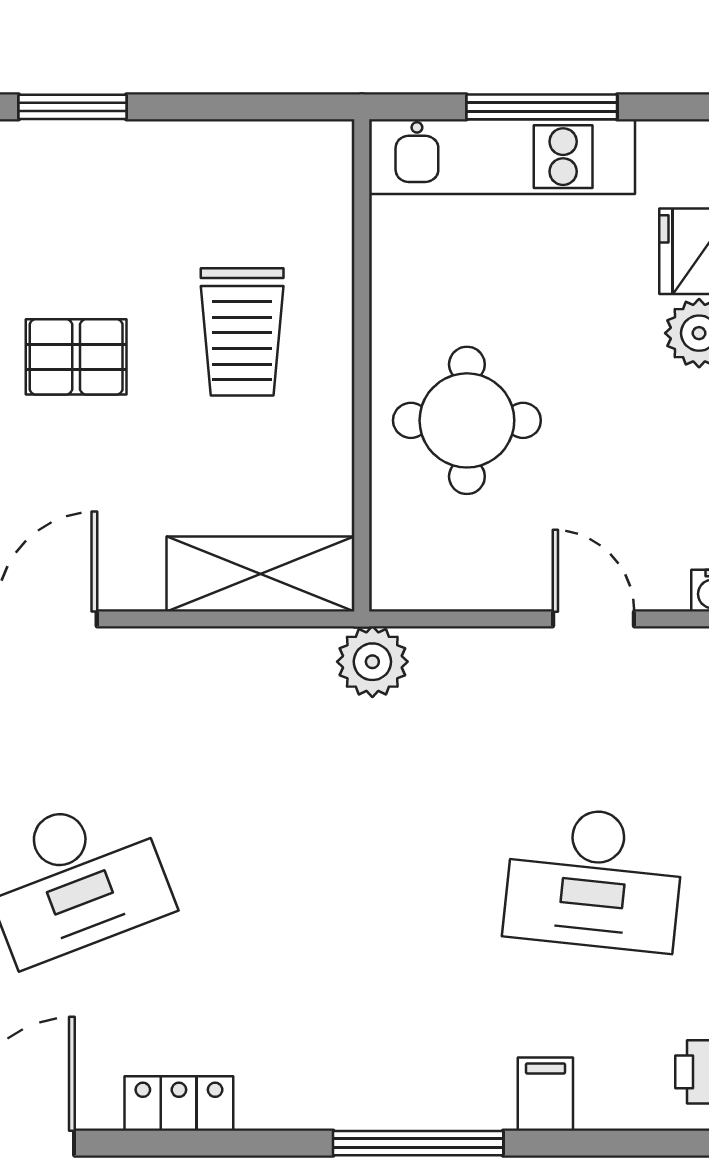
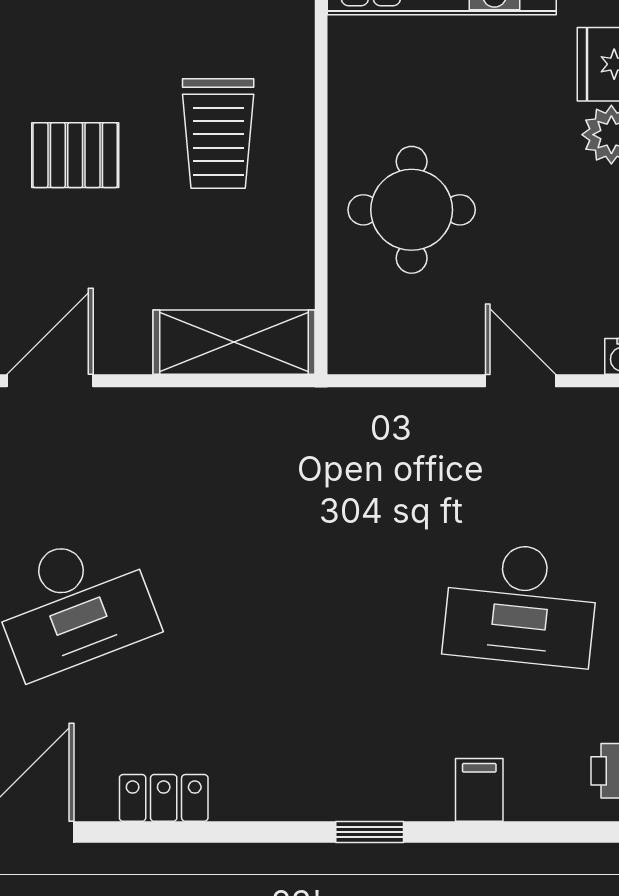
plant: (372, 662) -> (330, 418), removed
window: (418, 1143) -> (370, 832), width x0.46

